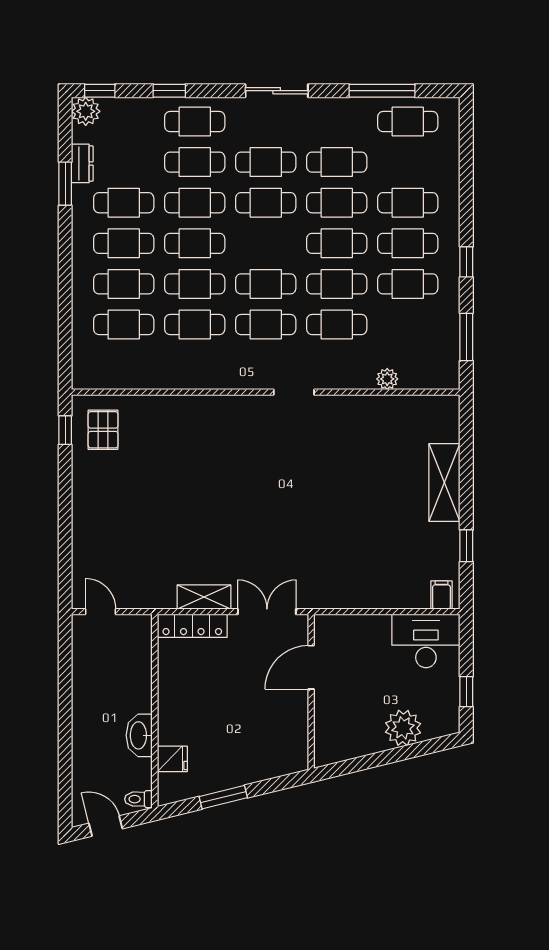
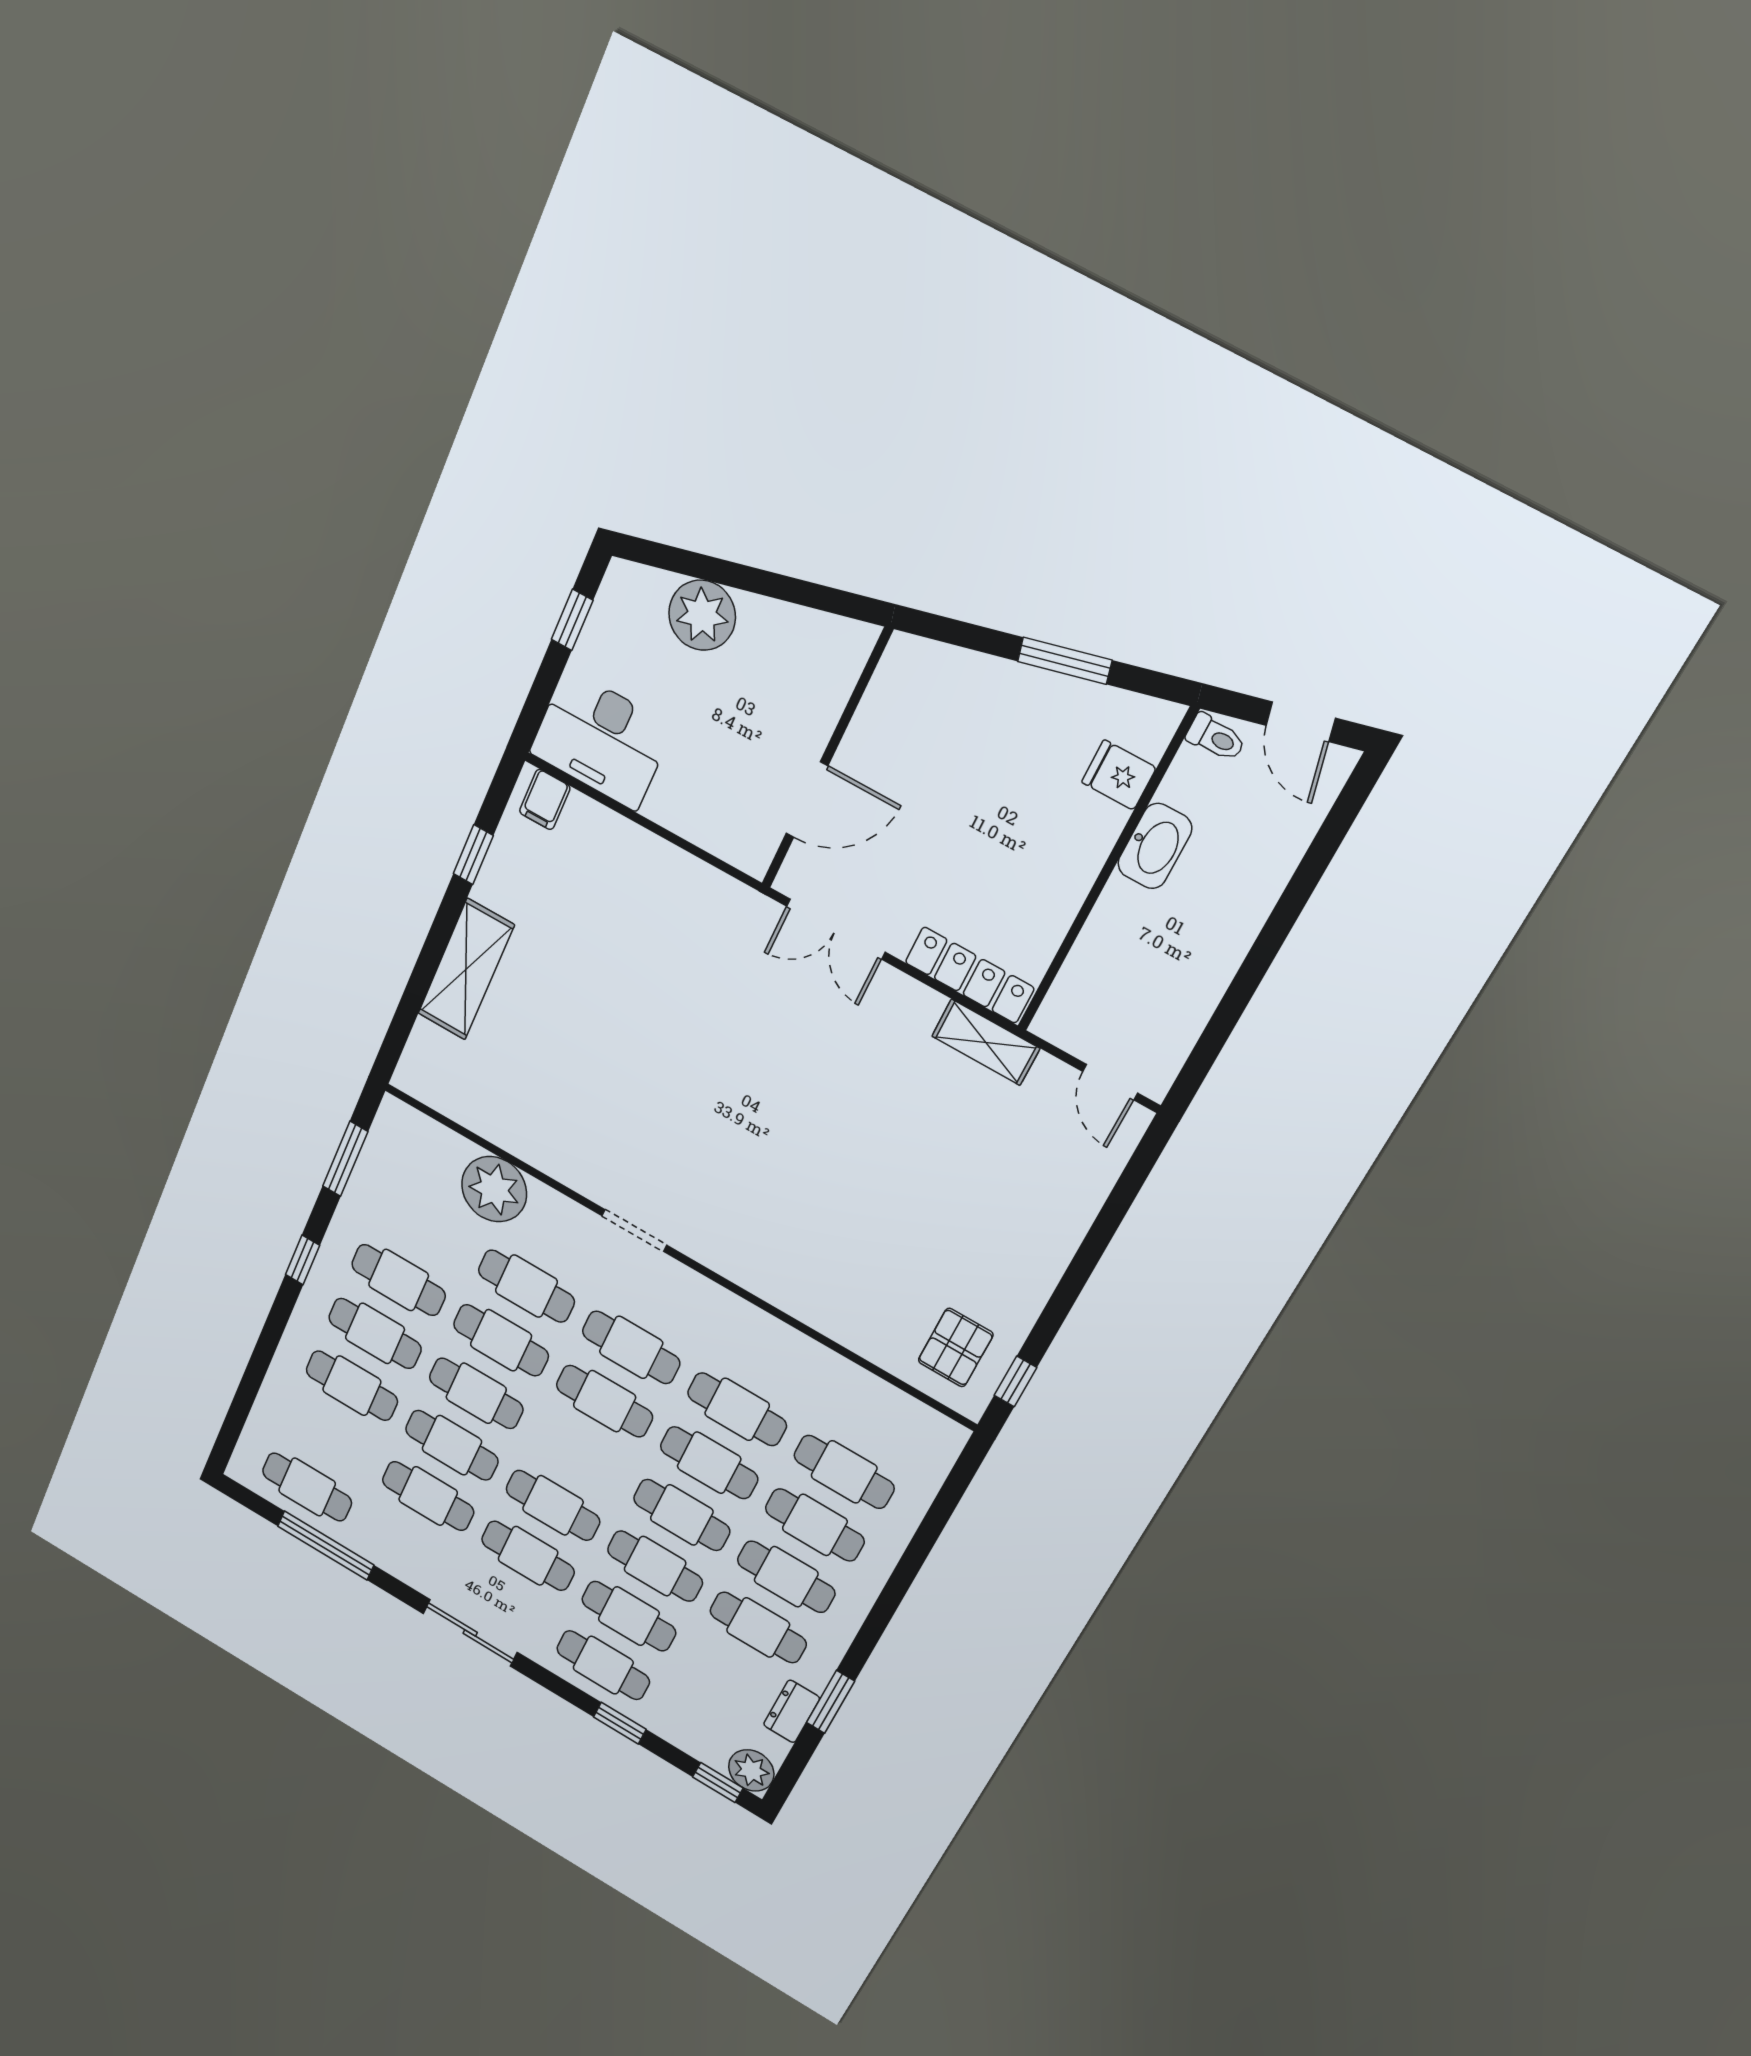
plant: (387, 379) -> (494, 1189), width x1.88, depth x1.88
shelving: (204, 597) -> (986, 1042), moved

